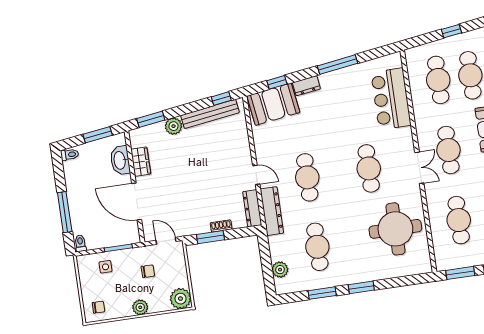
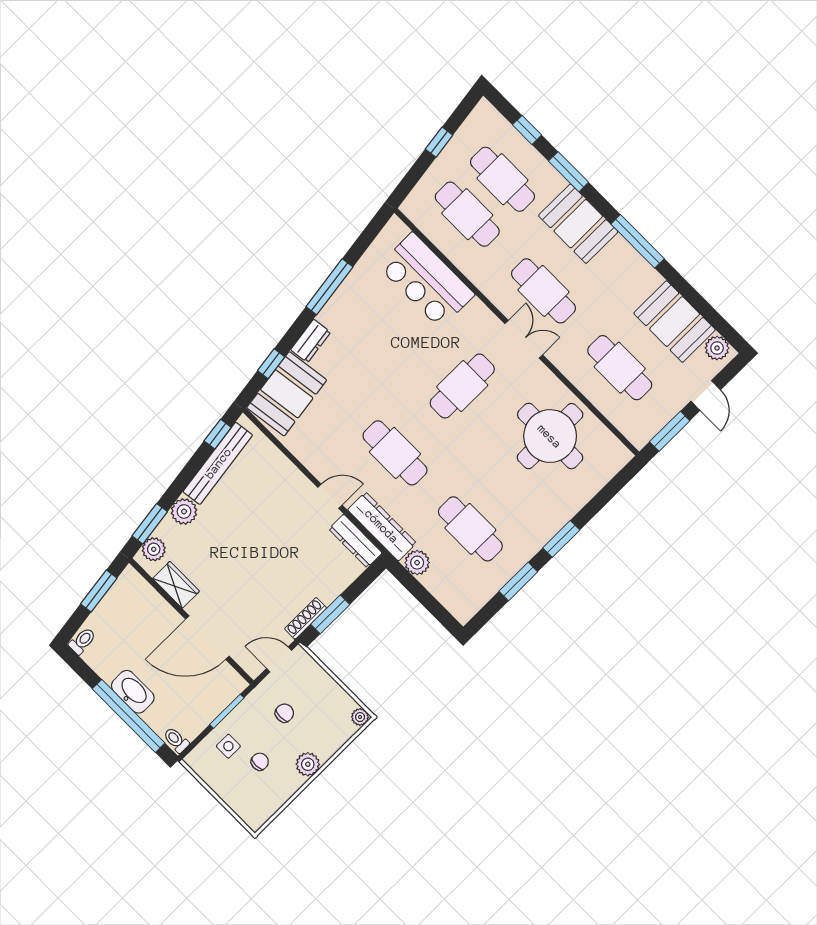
plant: (143, 134) -> (154, 549), added
washbasin: (120, 160) -> (133, 692), moved, turned 180
cafe table: (369, 168) -> (462, 386), turned 90
window: (65, 212) -> (129, 716), width x1.46
shoe rack: (221, 226) -> (306, 618), moved, width x1.43
plant: (280, 270) -> (417, 563), moved
plant: (181, 299) -> (360, 717), width x0.53, depth x0.53
chair: (98, 307) -> (260, 762), moved

